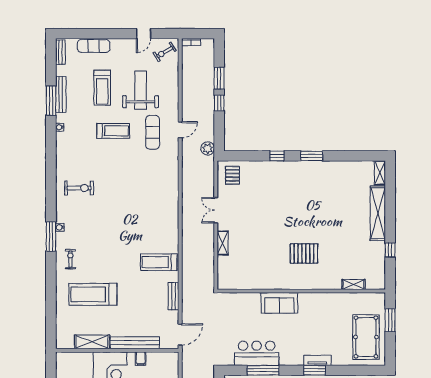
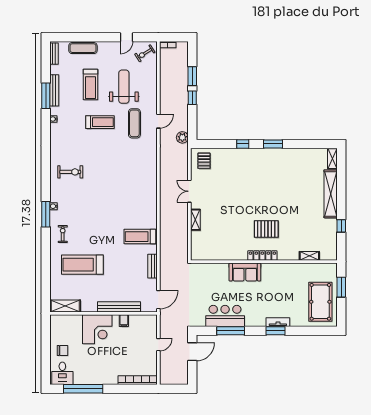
locker: (299, 284) -> (262, 255), added
shelving: (92, 342) -> (65, 306), moved

